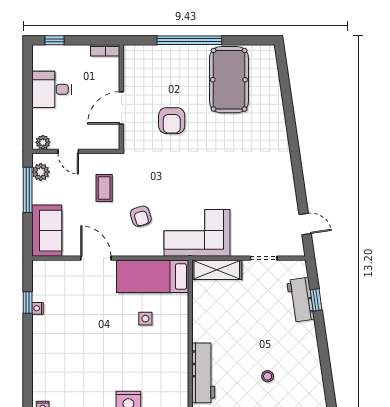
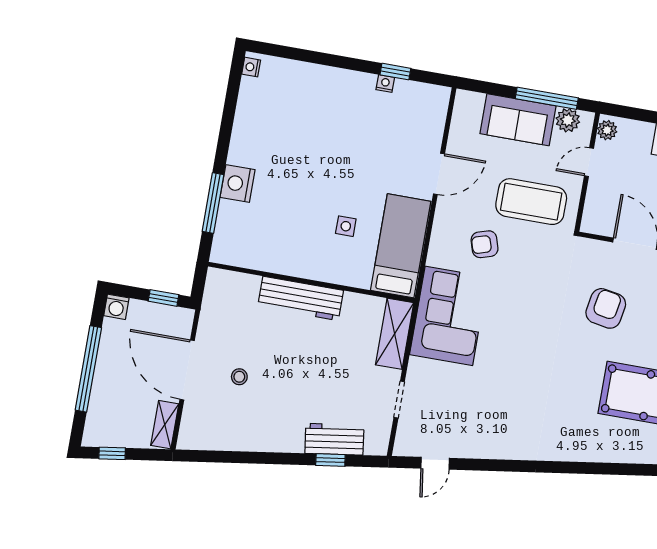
armchair: (172, 121) -> (606, 308), turned 100
coffee table: (104, 188) -> (531, 202), width x1.86, depth x1.72
sofa: (47, 231) -> (518, 120), moved
workbench: (203, 373) -> (301, 298), moved

